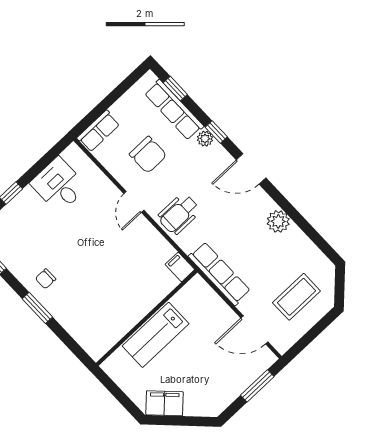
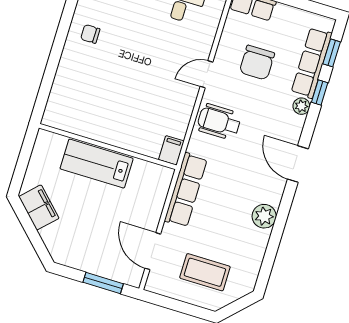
window: (216, 132) -> (320, 92), moved
window: (37, 308) -> (59, 42), removed

